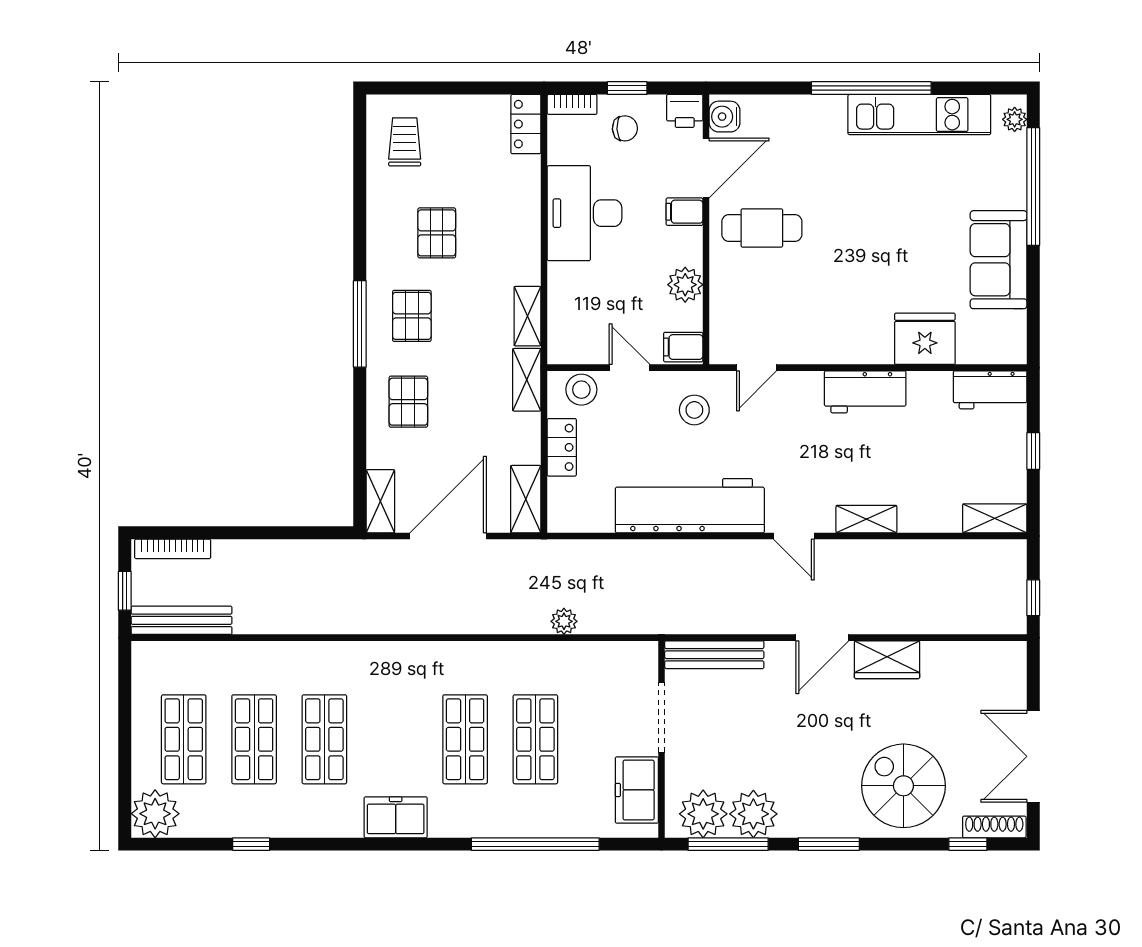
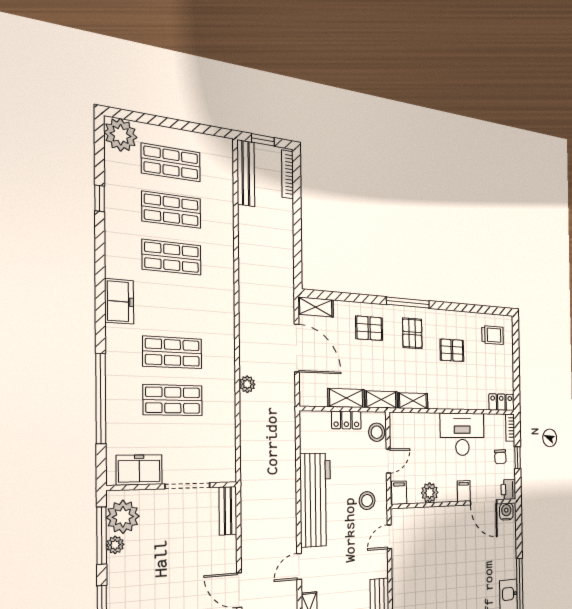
cafe table: (762, 228) -> (457, 536), removed
pallet: (412, 316) -> (412, 333), turned 90
door: (756, 368) -> (389, 537), hinge flipped
shelving: (526, 499) -> (346, 398), moved
plant: (564, 621) -> (247, 384), moved
bench: (714, 655) -> (228, 511), width x0.73
plant: (753, 814) -> (115, 545), width x0.53, depth x0.53

